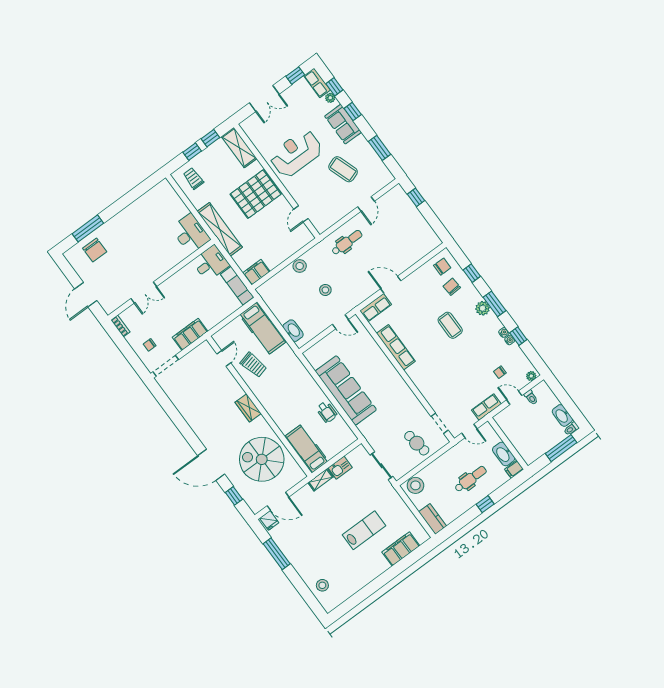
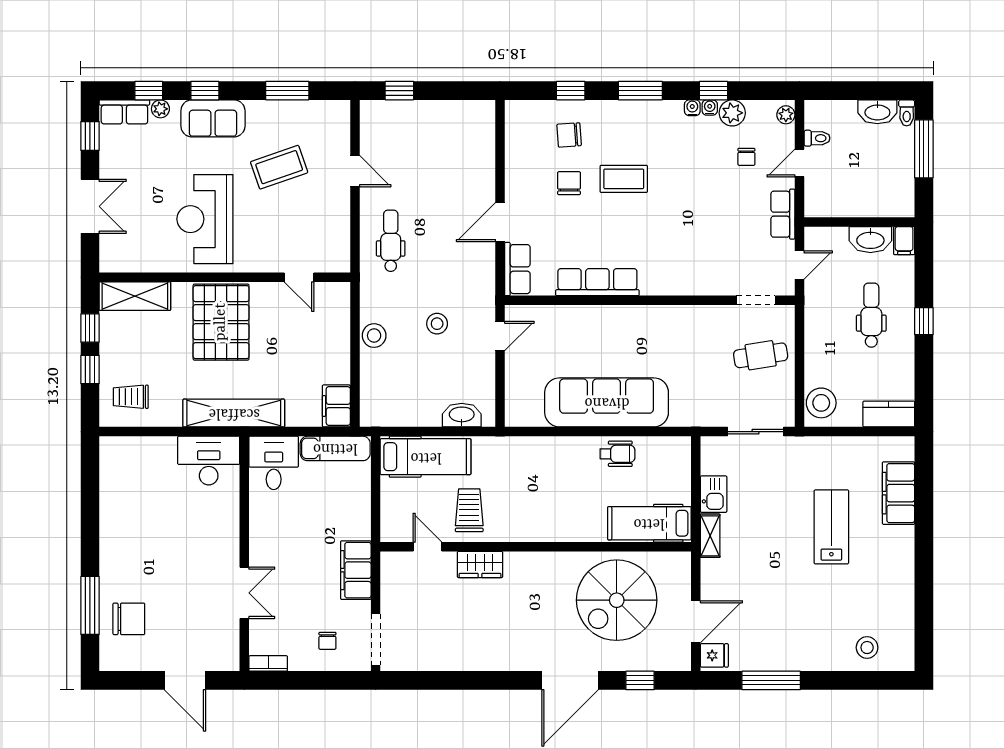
chair: (442, 267) -> (569, 183), moved
plant: (483, 308) -> (732, 113), moved
trolley: (253, 365) -> (469, 510), turned -76
wardrobe: (248, 408) -> (480, 564), moved

